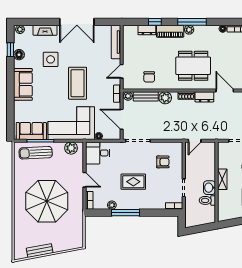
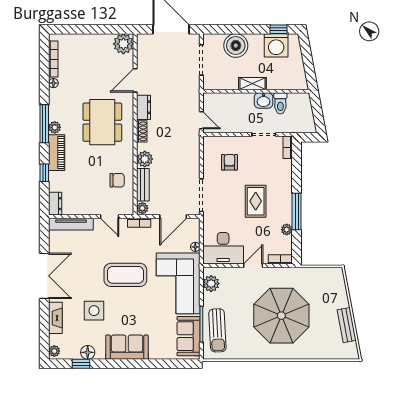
dresser: (147, 30) -> (55, 204), moved
desk: (98, 153) -> (223, 248), width x1.37

